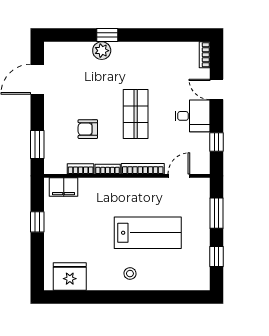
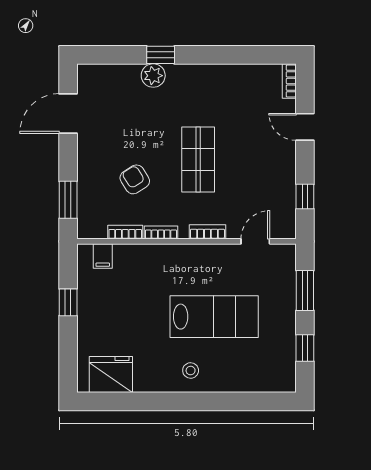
desk: (192, 116) -> (273, 162), removed
armchair: (88, 129) -> (135, 179), turned 58
bookcase: (143, 169) -> (207, 232), width x0.64
filing cabinet: (64, 187) -> (103, 256), width x0.50

